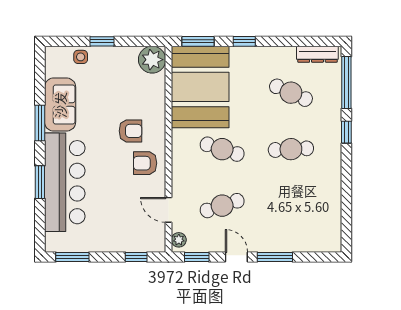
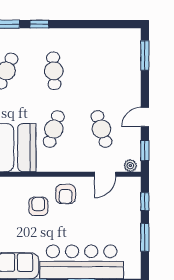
window: (72, 257) -> (145, 237), moved
window: (275, 257) -> (145, 55), moved

